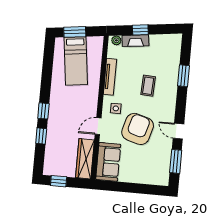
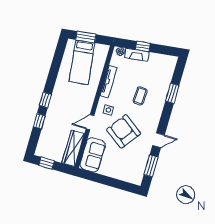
armchair: (138, 129) -> (124, 131), turned -70
door: (178, 131) -> (159, 140), swing flipped

